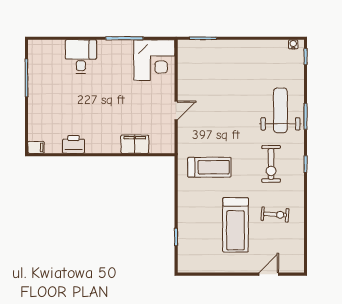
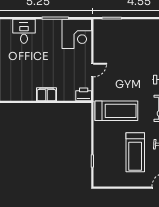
printer: (73, 144) -> (84, 94), moved
filing cabinet: (135, 144) -> (46, 94), moved
treadmill: (209, 167) -> (116, 111), width x1.37, depth x1.38

